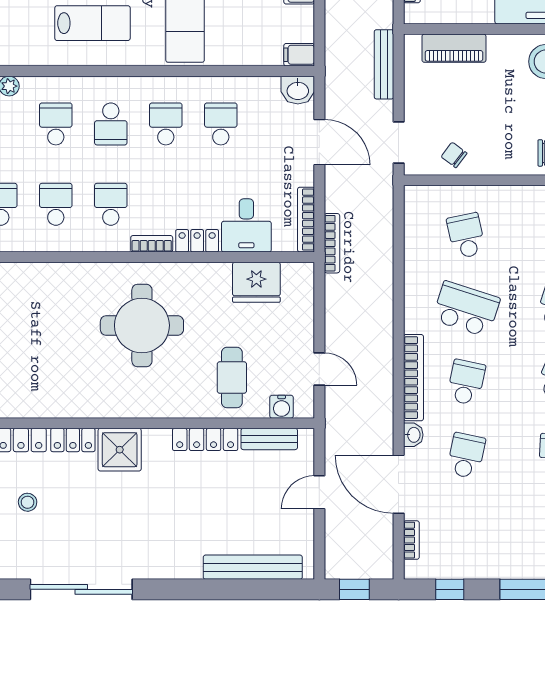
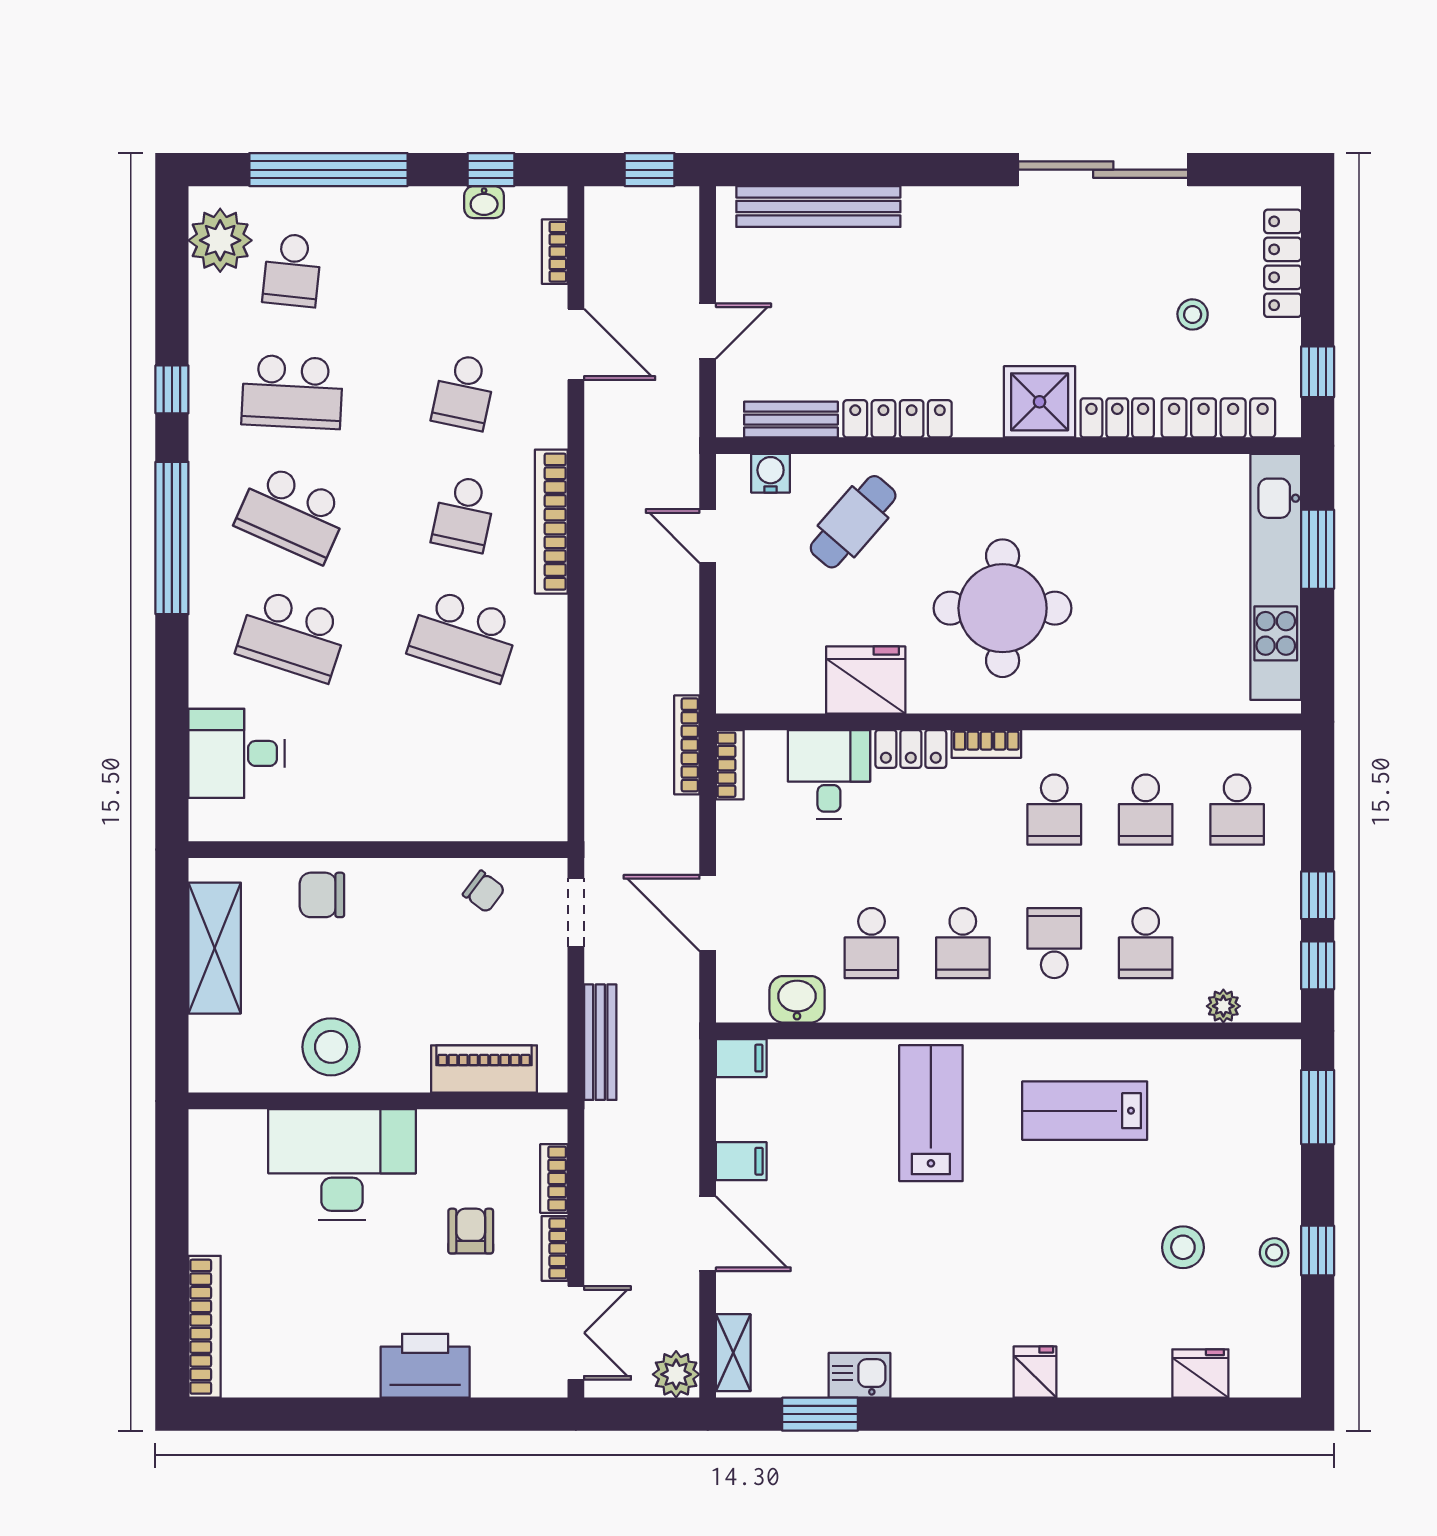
washbasin: (298, 90) -> (797, 999), moved
bookcase: (306, 220) -> (730, 765), width x0.64
school desk: (466, 236) -> (464, 757), removed
fridge: (256, 282) -> (866, 680), moved
cafe table: (232, 378) -> (853, 522), turned 41
washbasin: (413, 435) -> (484, 202), moved, turned -90
door: (399, 484) -> (576, 344), width x0.73

